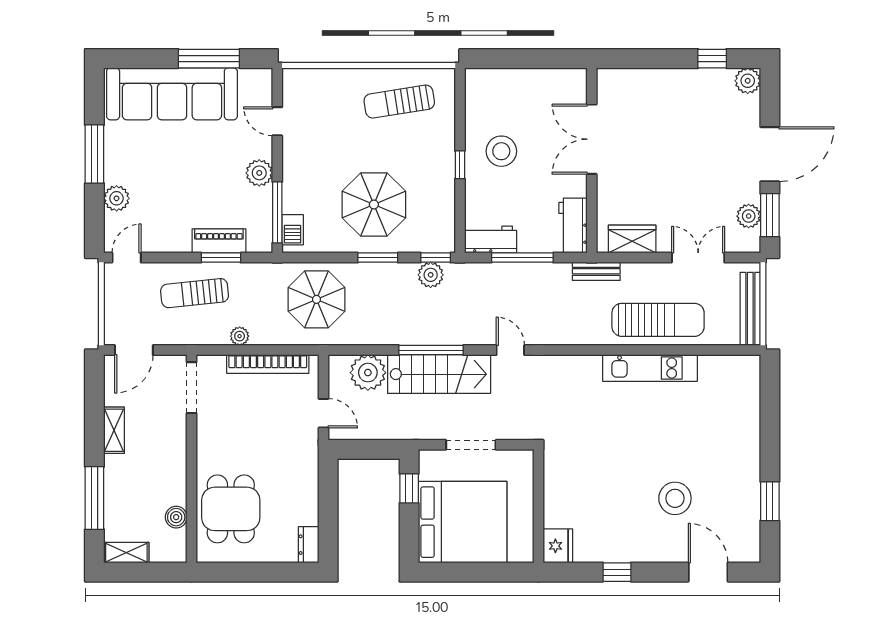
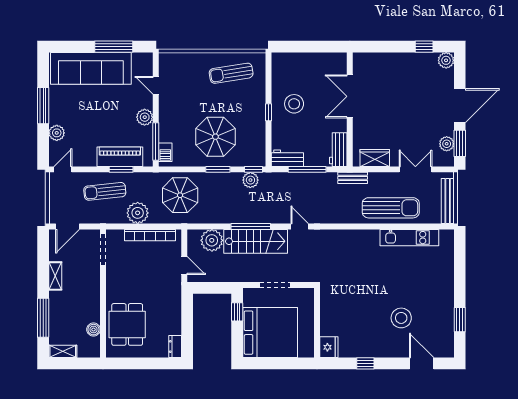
piano: (219, 241) -> (120, 157), width x1.37, depth x1.33
plant: (240, 336) -> (138, 213), width x1.88, depth x1.88
kitchen unit: (650, 368) -> (409, 238), moved

